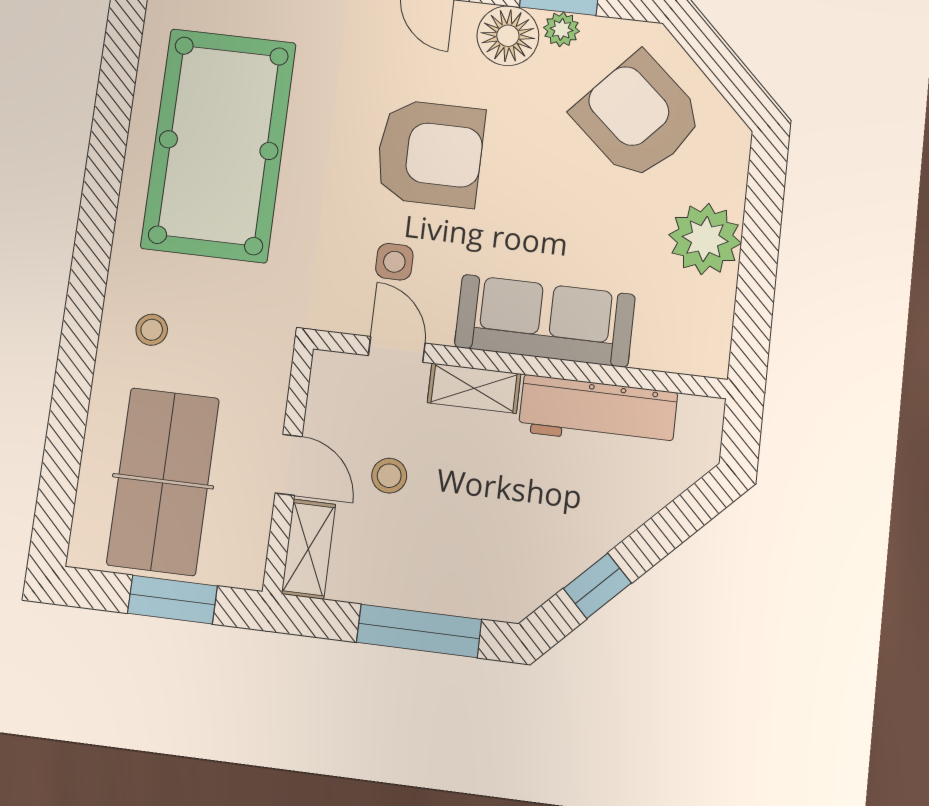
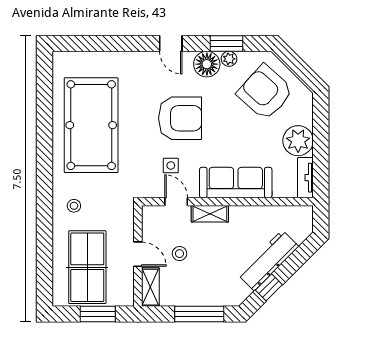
tv unit: (714, 329) -> (305, 178), added
workbench: (598, 412) -> (268, 260), moved, turned 135

